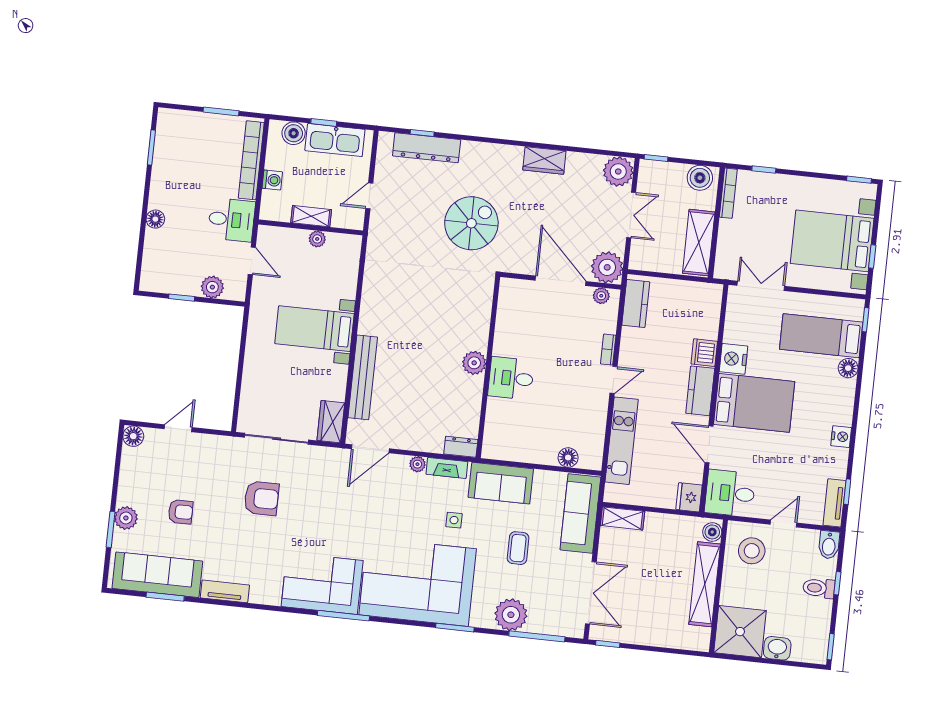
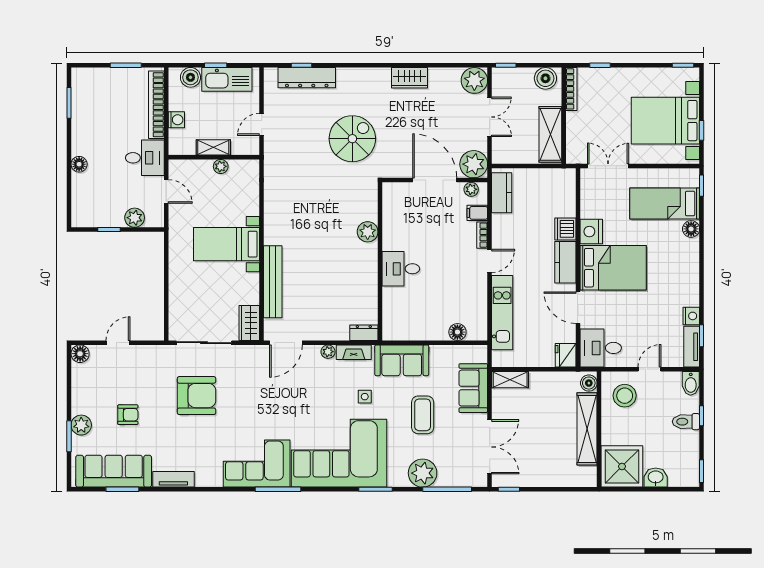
filing cabinet: (605, 324) -> (477, 213), added
plant: (474, 363) -> (368, 232), moved
nightstand: (841, 437) -> (691, 316), moved
armchair: (262, 498) -> (197, 396), width x1.36, depth x1.36
sofa: (580, 513) -> (473, 388), width x0.73
coffee table: (518, 548) -> (423, 415), width x1.36, depth x1.30

